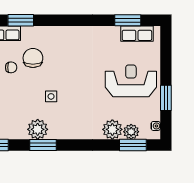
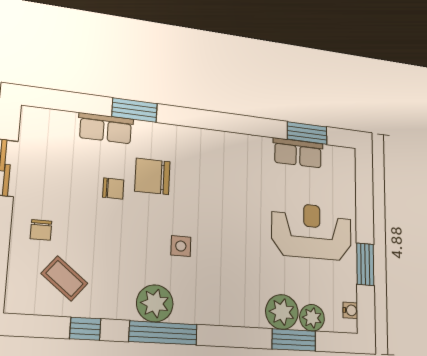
row of seats: (137, 34) -> (298, 153), moved
chair: (33, 58) -> (152, 176), turned -90
window: (43, 145) -> (163, 333), width x1.44
window: (133, 145) -> (294, 340), moved

